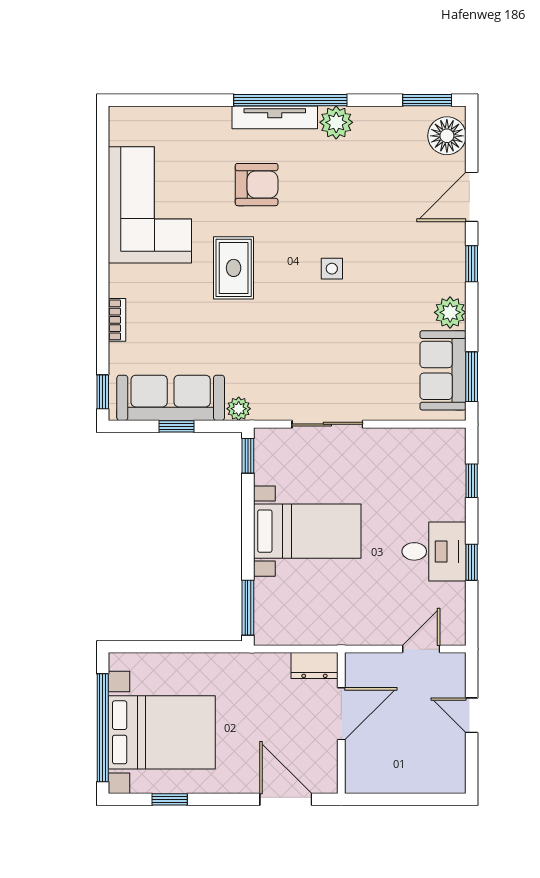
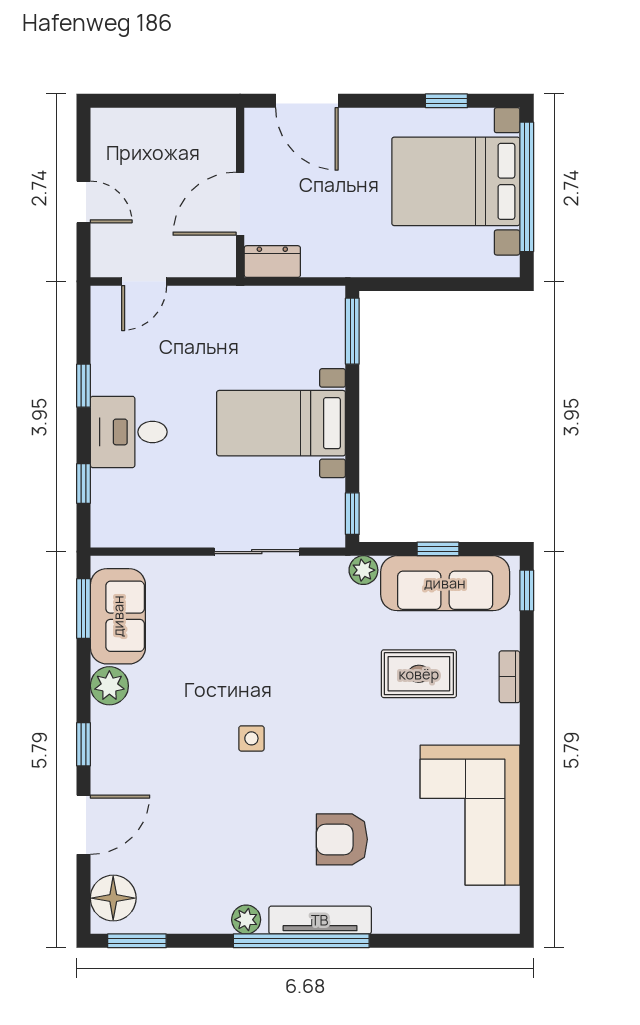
plant: (336, 122) -> (246, 920), width x0.73, depth x0.73
rug: (234, 268) -> (419, 674), moved, turned 90
desk: (434, 551) -> (129, 432), moved

